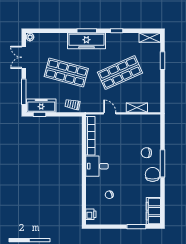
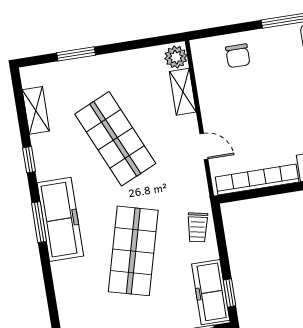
shelving: (150, 38) -> (36, 110), moved
plant: (154, 107) -> (176, 57), added
door: (110, 113) -> (204, 146), swing flipped
chair: (146, 153) -> (238, 56), moved

